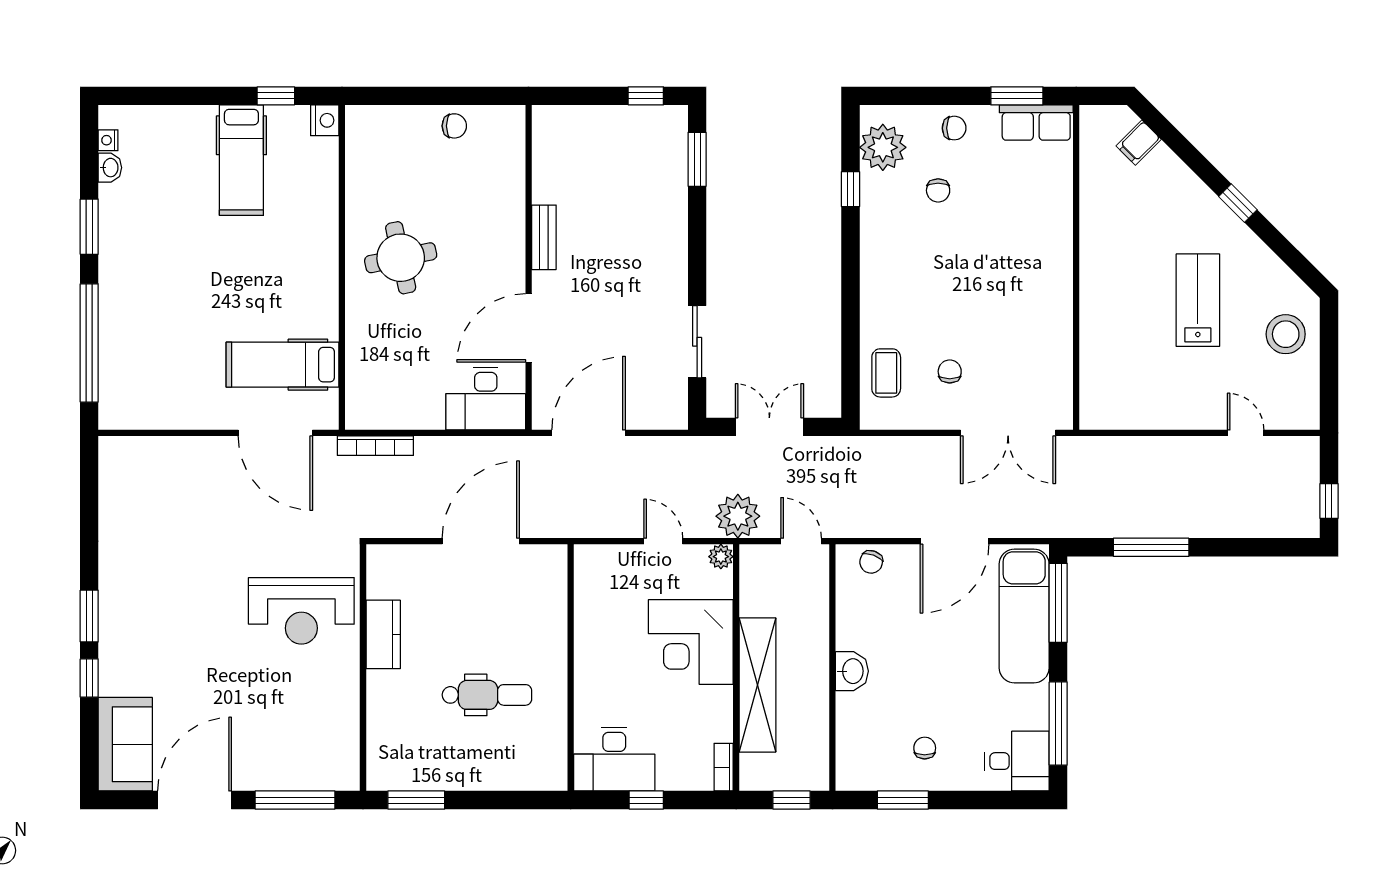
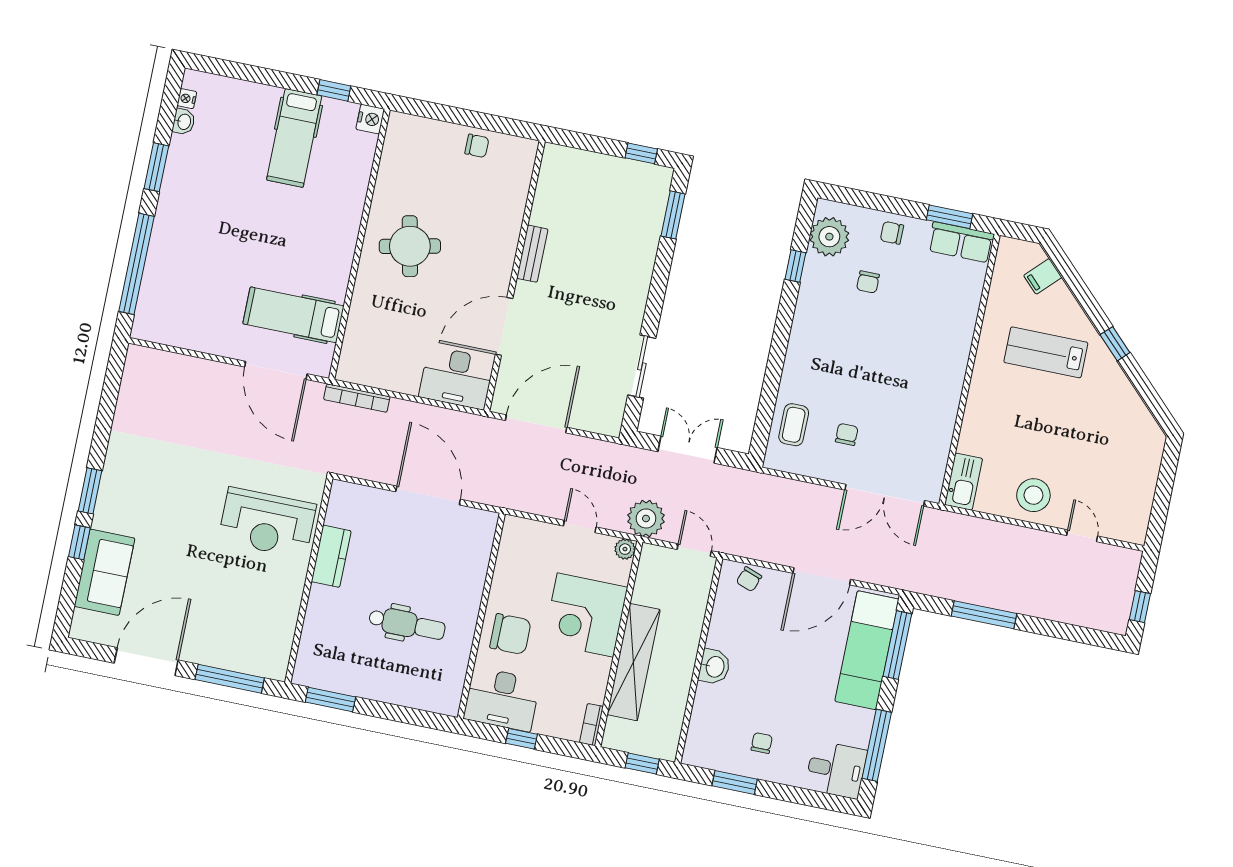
chair: (954, 128) -> (892, 233), turned 180
lab bench: (1198, 300) -> (1046, 352), moved, turned -90
stool: (1286, 334) -> (1033, 495), moved
kitchen sink: (1096, 398) -> (964, 482), added
door: (481, 541) -> (428, 495), hinge flipped
chair: (609, 682) -> (510, 634), added
sofa: (125, 744) -> (104, 572), moved

